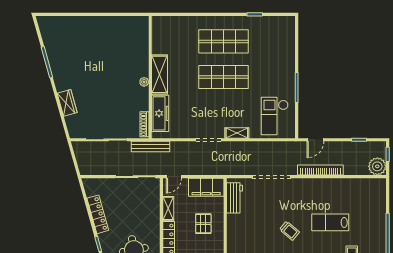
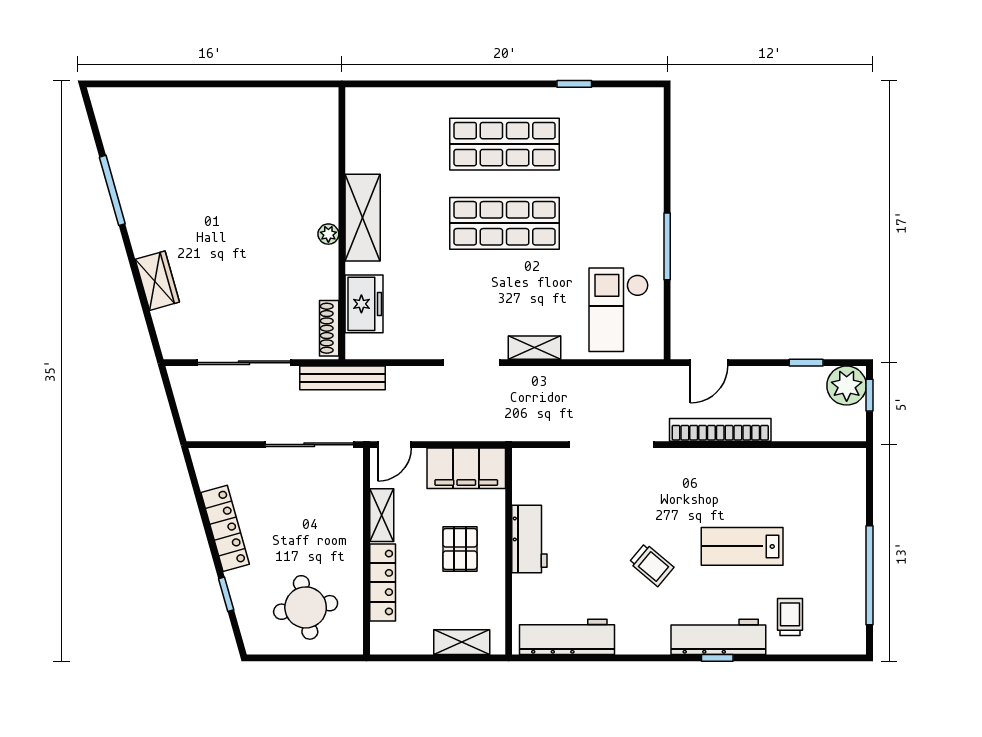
freezer: (160, 113) -> (364, 304), width x0.71
plant: (377, 166) -> (847, 386), moved
workbench: (235, 198) -> (529, 539), moved

